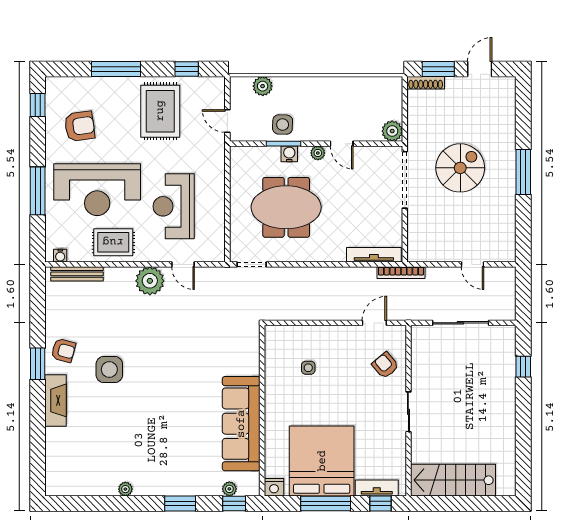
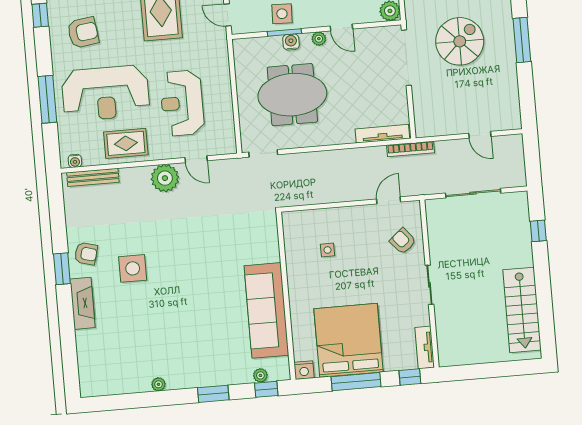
stairs: (453, 480) -> (522, 310), moved, turned -90
tv unit: (377, 488) -> (425, 347), moved, turned -90

